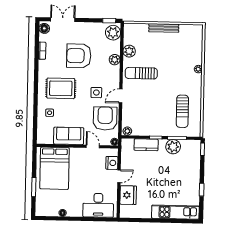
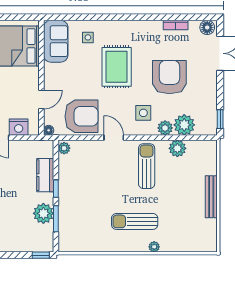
plant: (113, 33) -> (184, 125), moved
rug: (61, 88) -> (117, 67), moved
side table: (96, 93) -> (143, 113), moved
sun lounger: (182, 111) -> (135, 221), moved
sofa: (69, 136) -> (56, 41), moved

